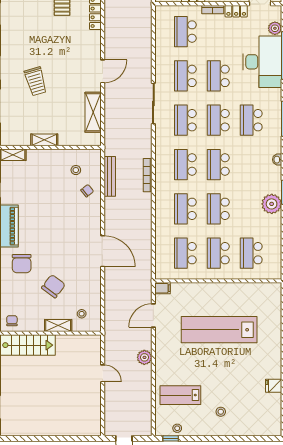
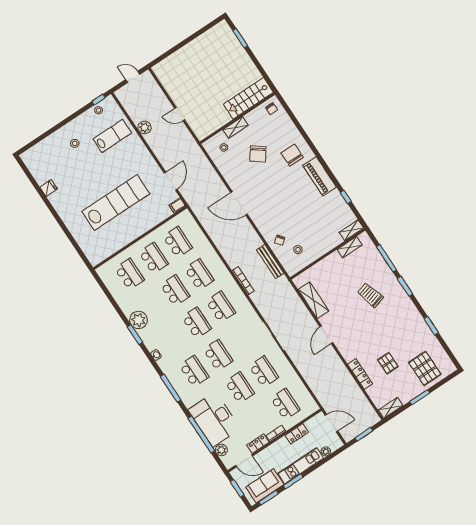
school desk: (185, 120) -> (242, 339), removed
shelving: (44, 140) -> (350, 247), moved
plant: (144, 357) -> (144, 128), moved

